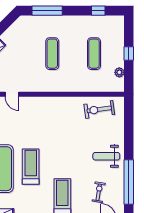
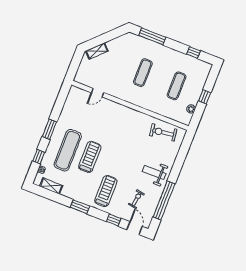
door: (12, 94) -> (98, 93), hinge flipped

